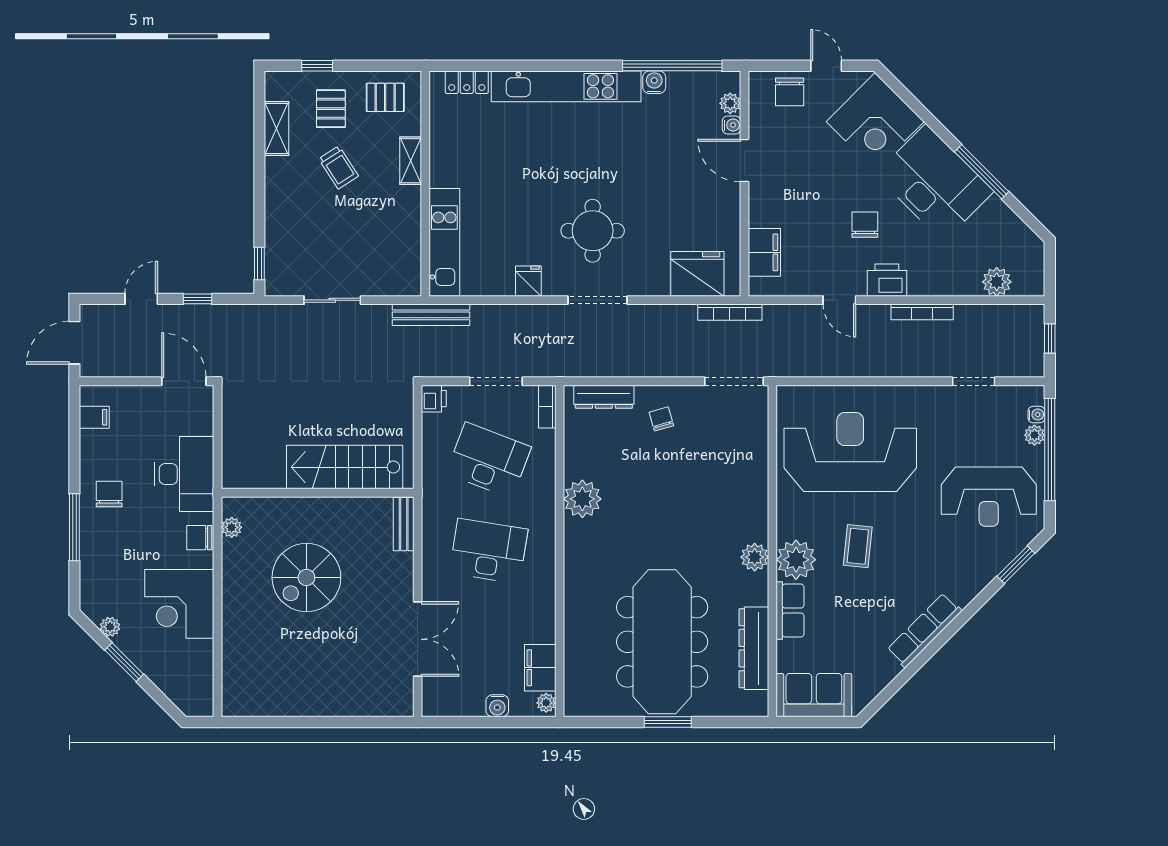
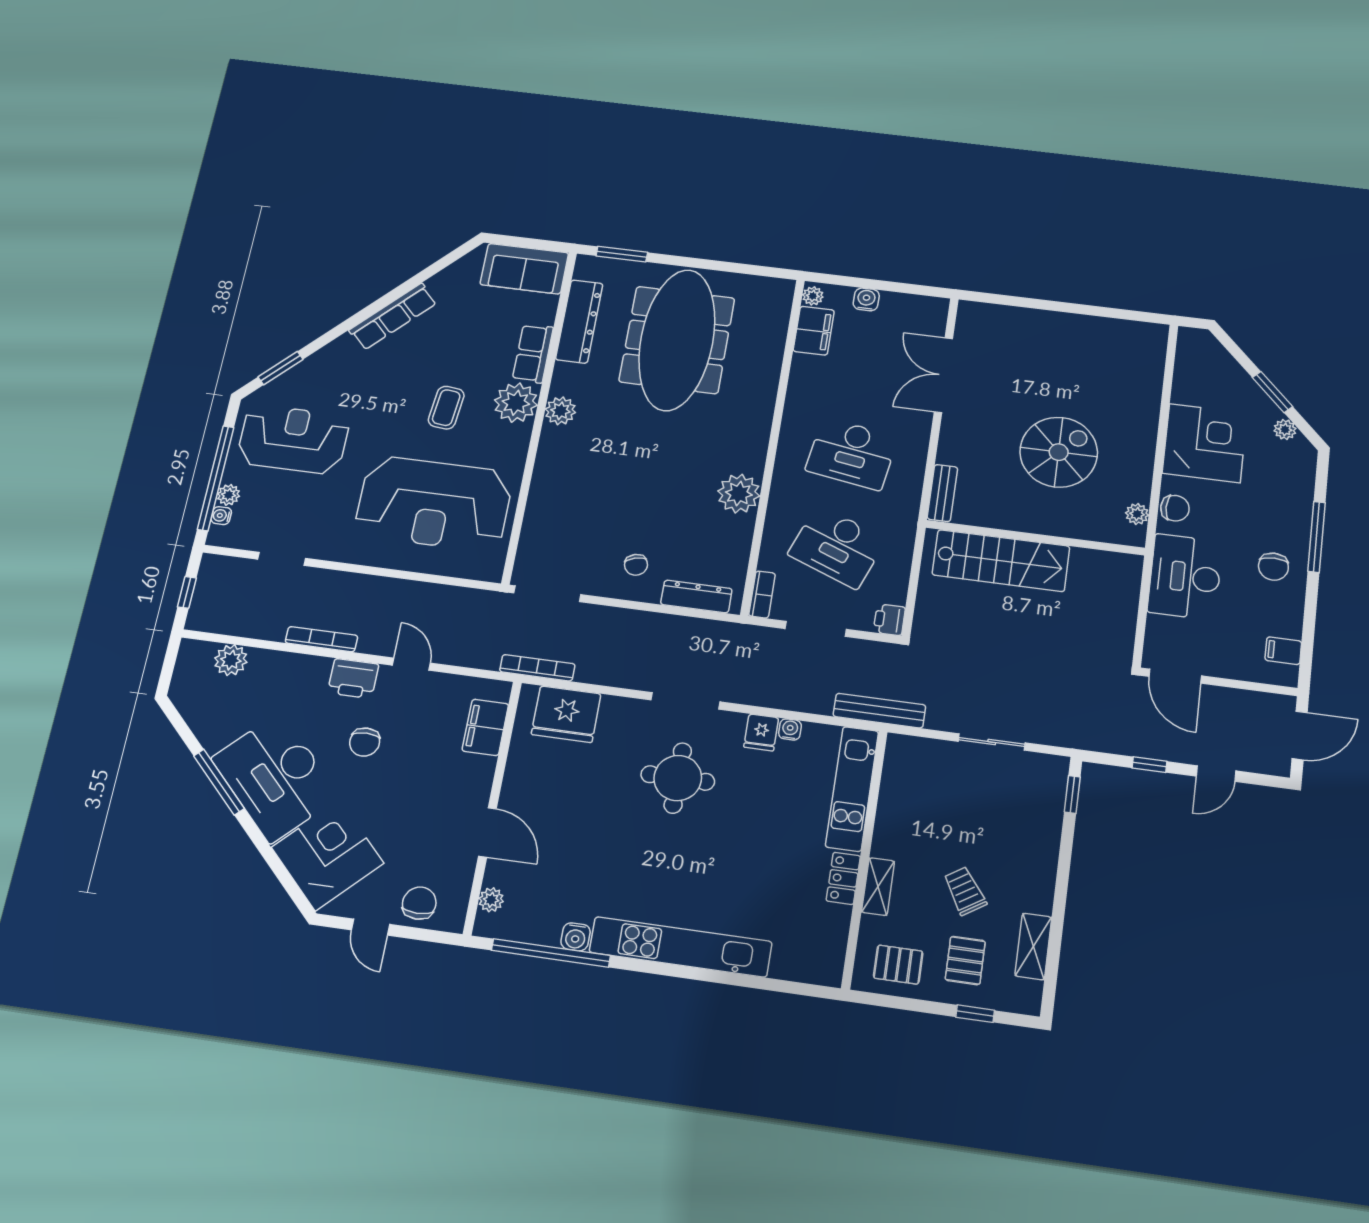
locker: (467, 82) -> (843, 878), moved, turned -90
water cooler: (732, 125) -> (790, 729), moved, turned 90
window: (668, 722) -> (622, 254), moved

